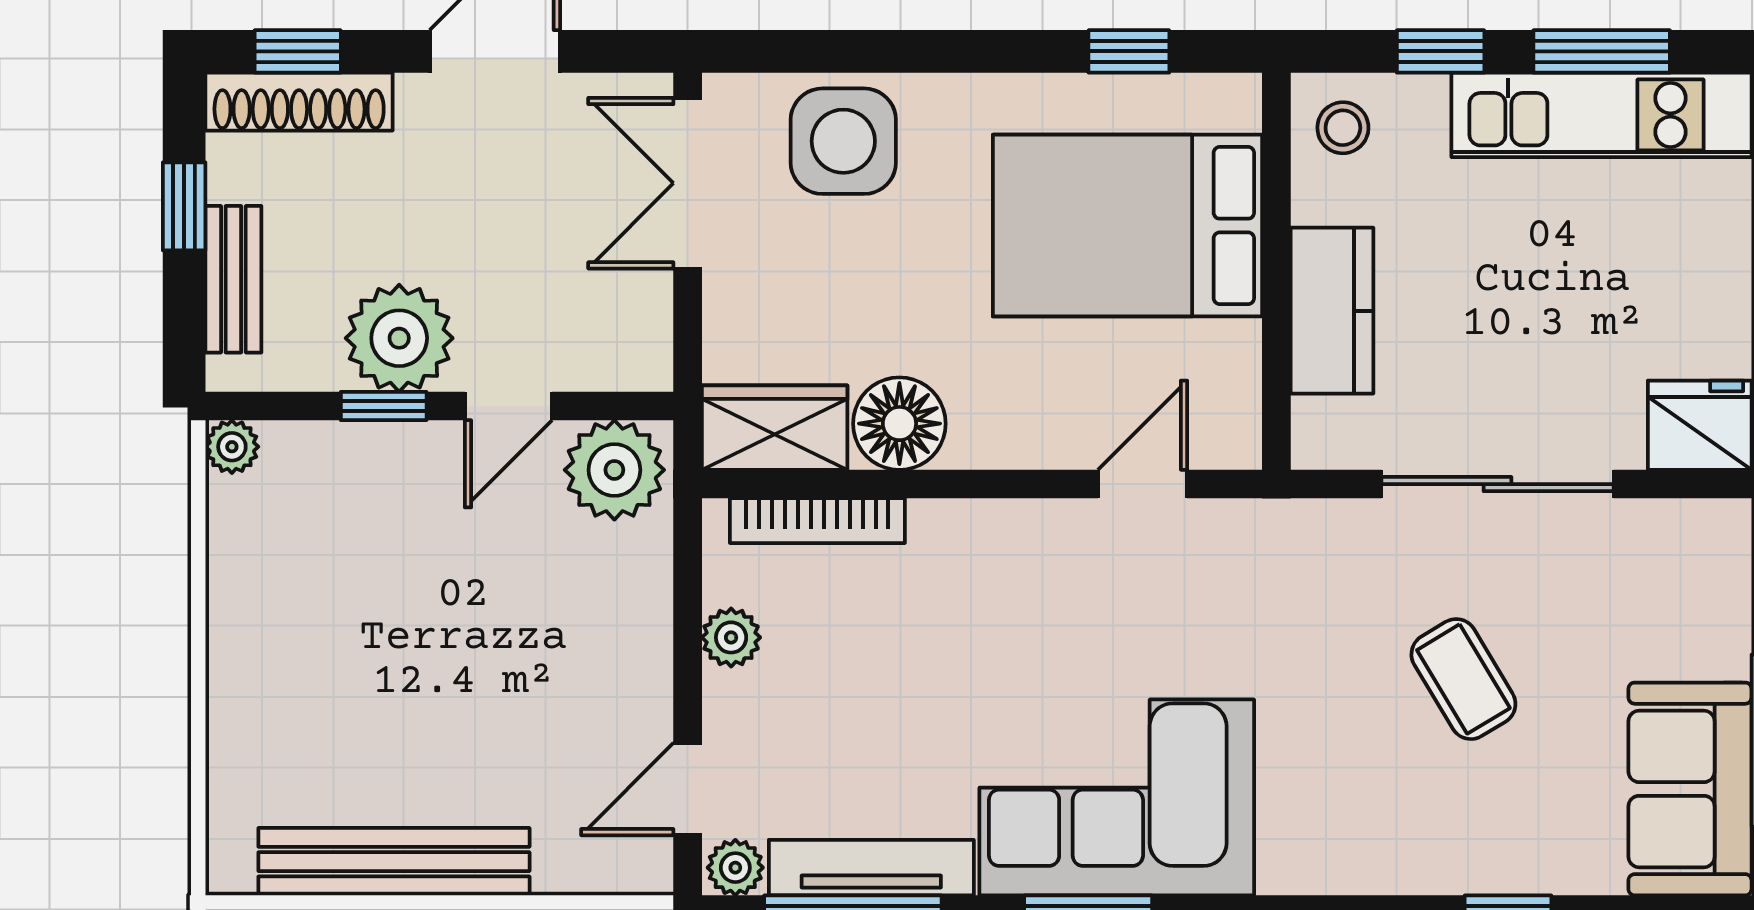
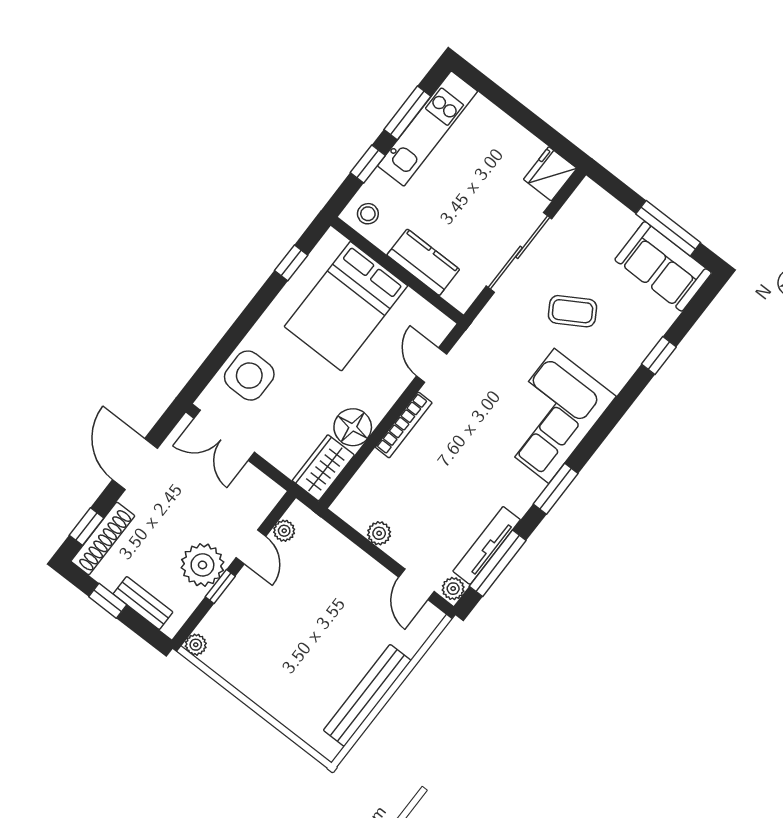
plant: (614, 470) -> (284, 531), width x0.53, depth x0.53
bookcase: (817, 521) -> (404, 425), moved
corner sofa: (1117, 797) -> (551, 416), moved

